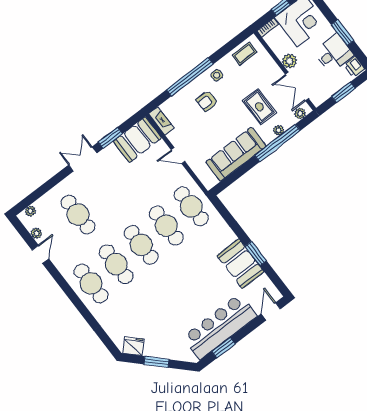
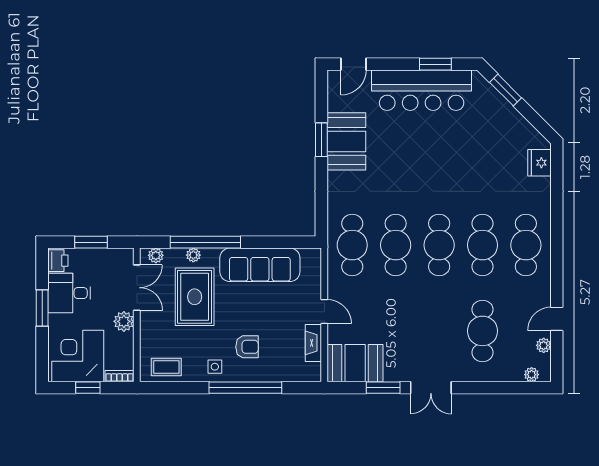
rug: (259, 107) -> (195, 297), width x1.36, depth x1.43
fireplace: (161, 121) -> (313, 343), moved
fridge: (133, 346) -> (539, 163), moved, turned 45
window: (156, 362) -> (506, 90), moved

